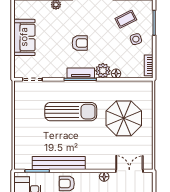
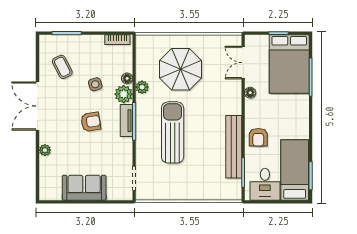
side table: (136, 39) -> (95, 84), moved
armchair: (80, 43) -> (91, 122), turned 81
plant: (109, 86) -> (142, 87), added

